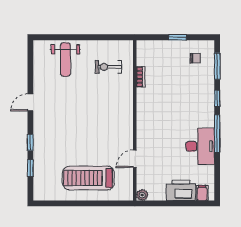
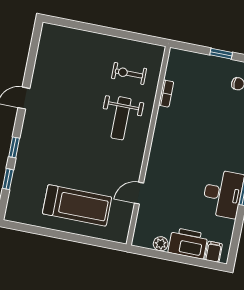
weight bench: (65, 59) -> (121, 118), moved
treadmill: (88, 178) -> (77, 205), turned 180
plant: (142, 195) -> (161, 244), moved

